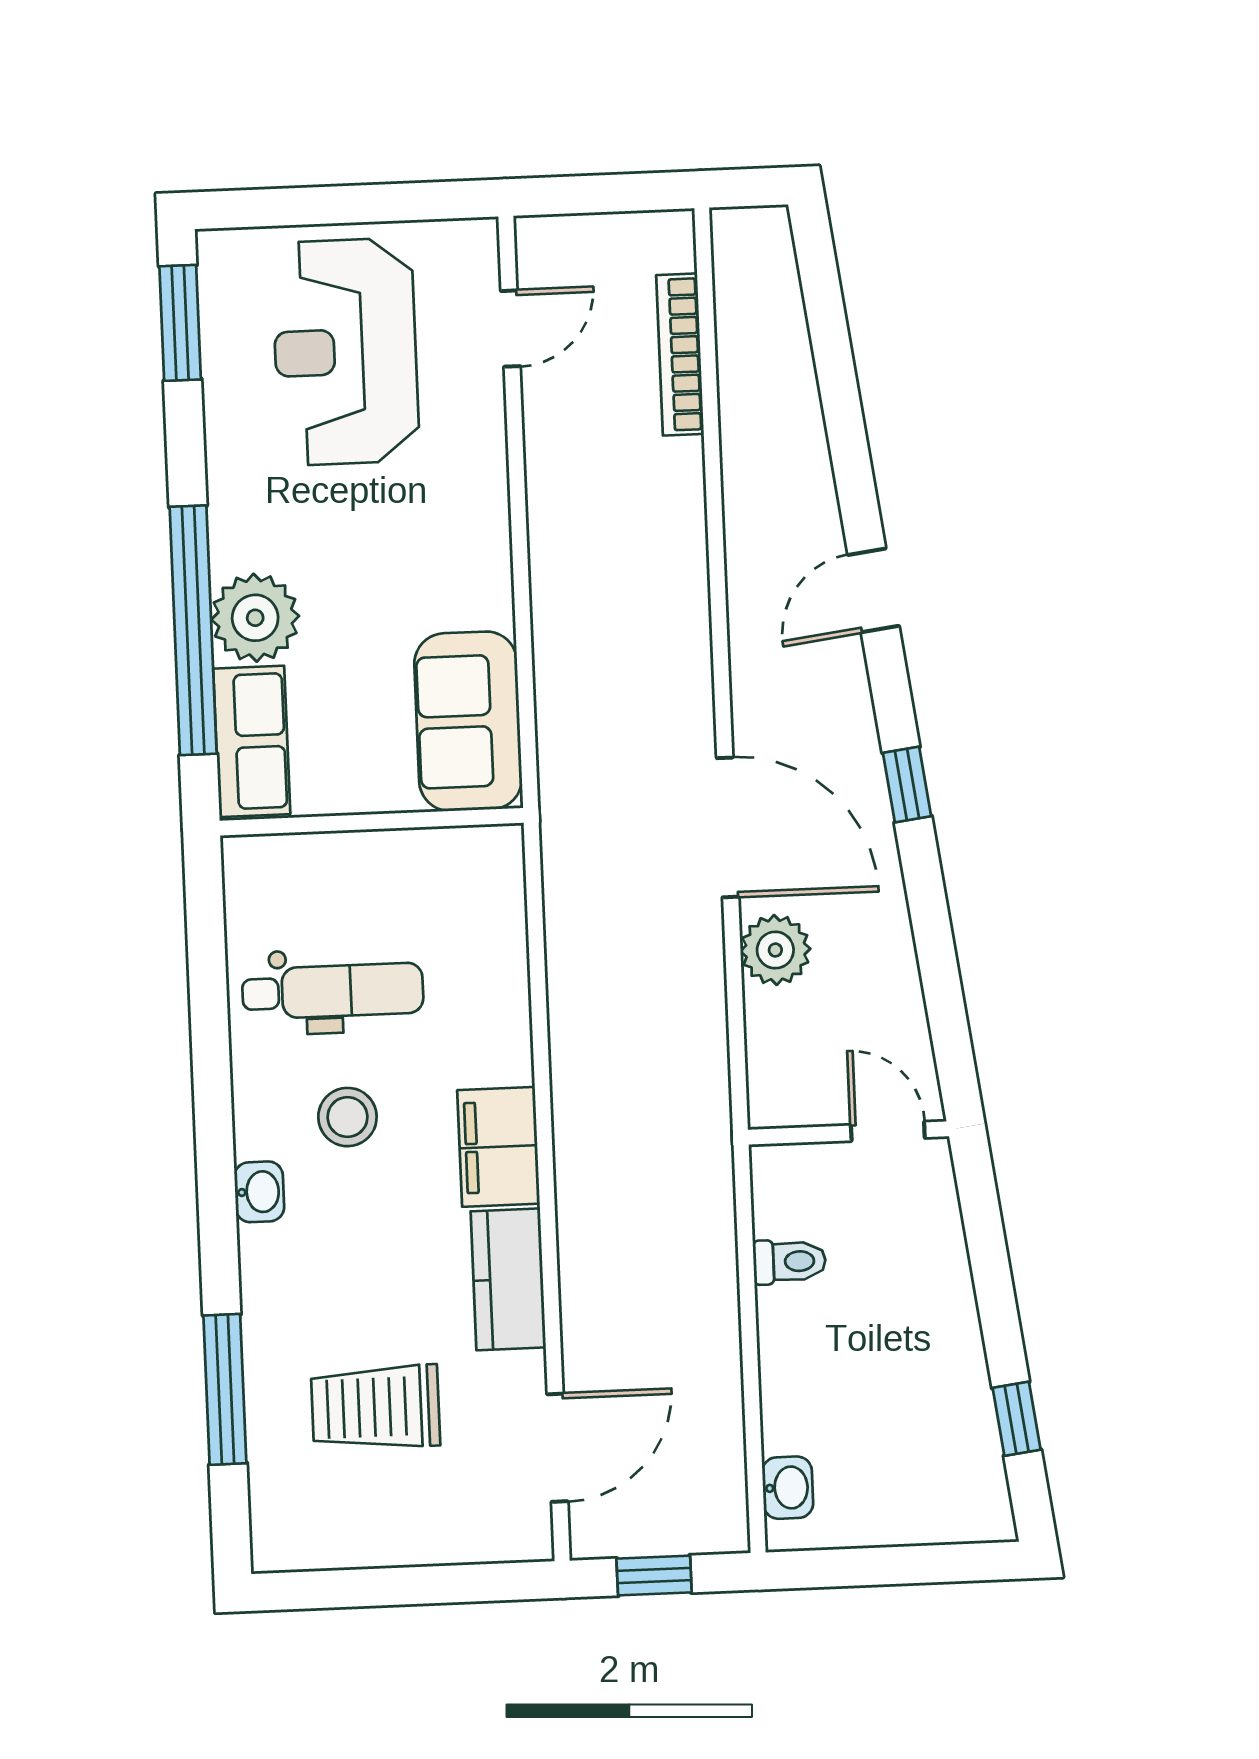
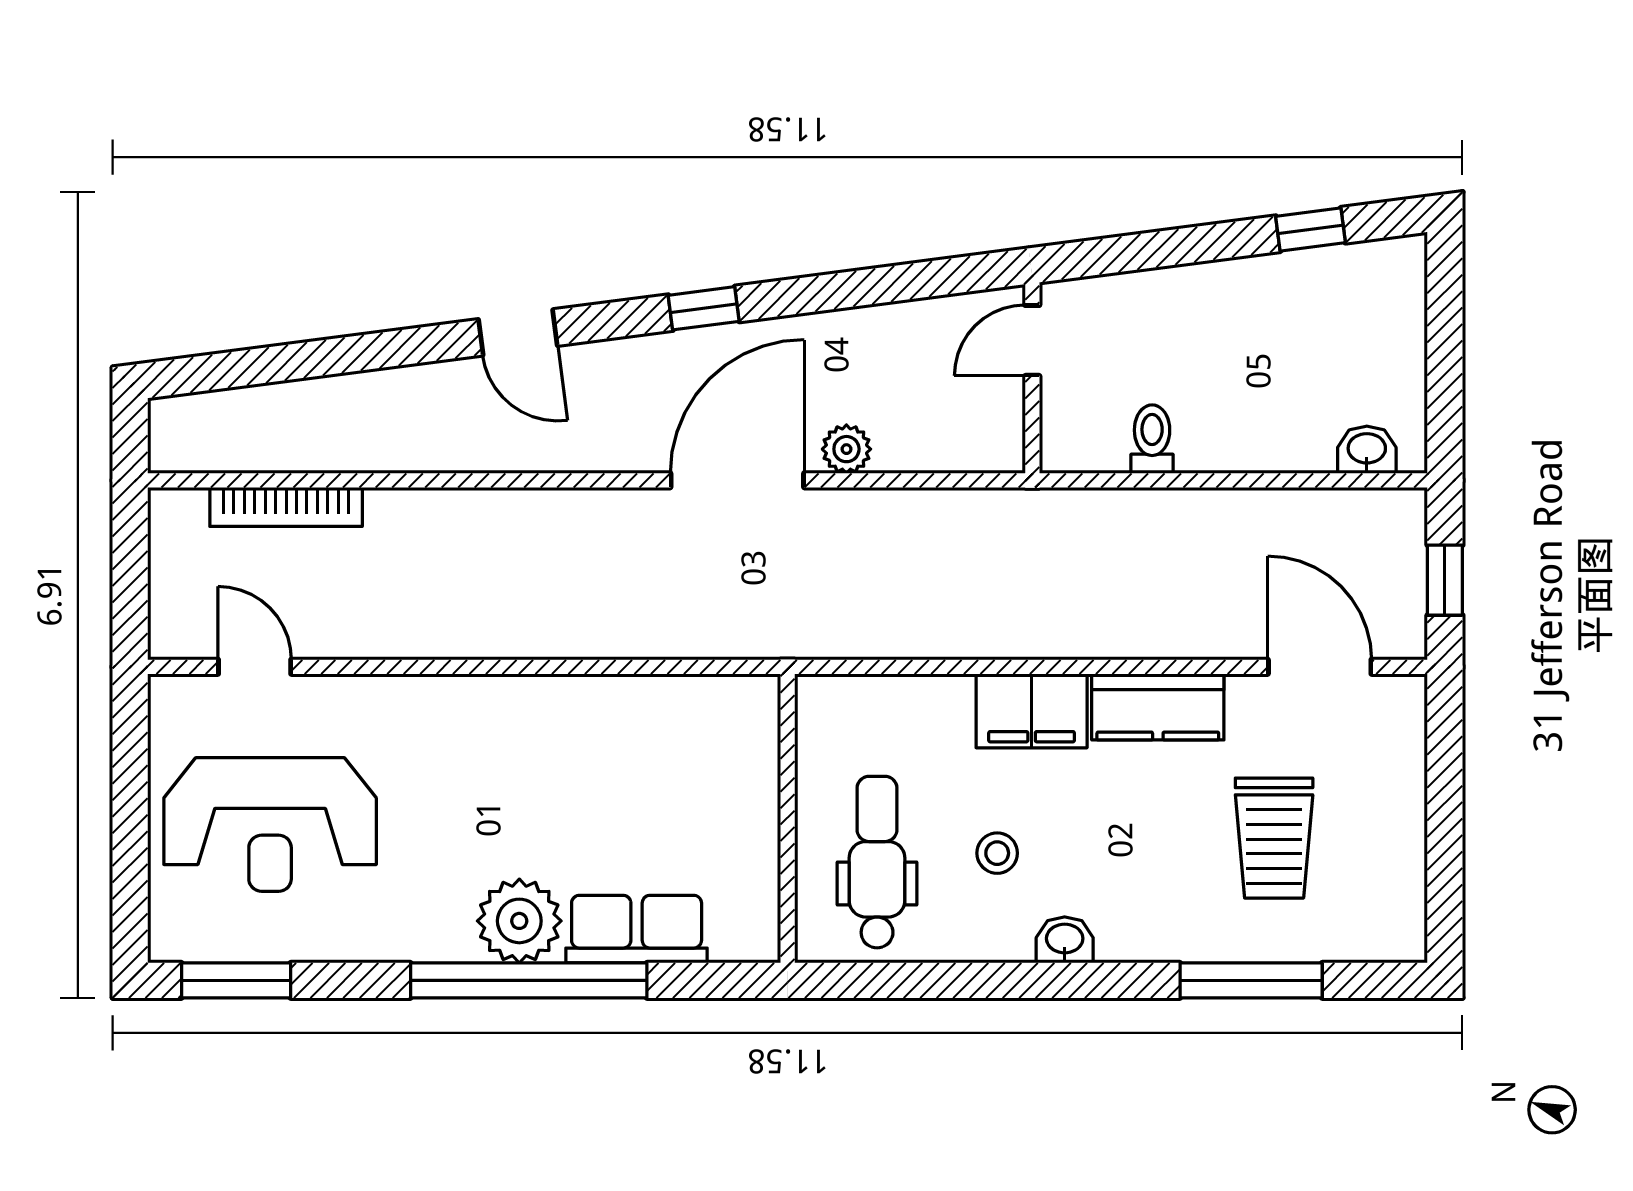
sofa: (468, 721) -> (626, 723), removed
wall: (372, 822) -> (788, 818), moved
plant: (775, 950) -> (846, 449), width x0.73, depth x0.73
stool: (347, 1117) -> (997, 853), width x0.73, depth x0.73

